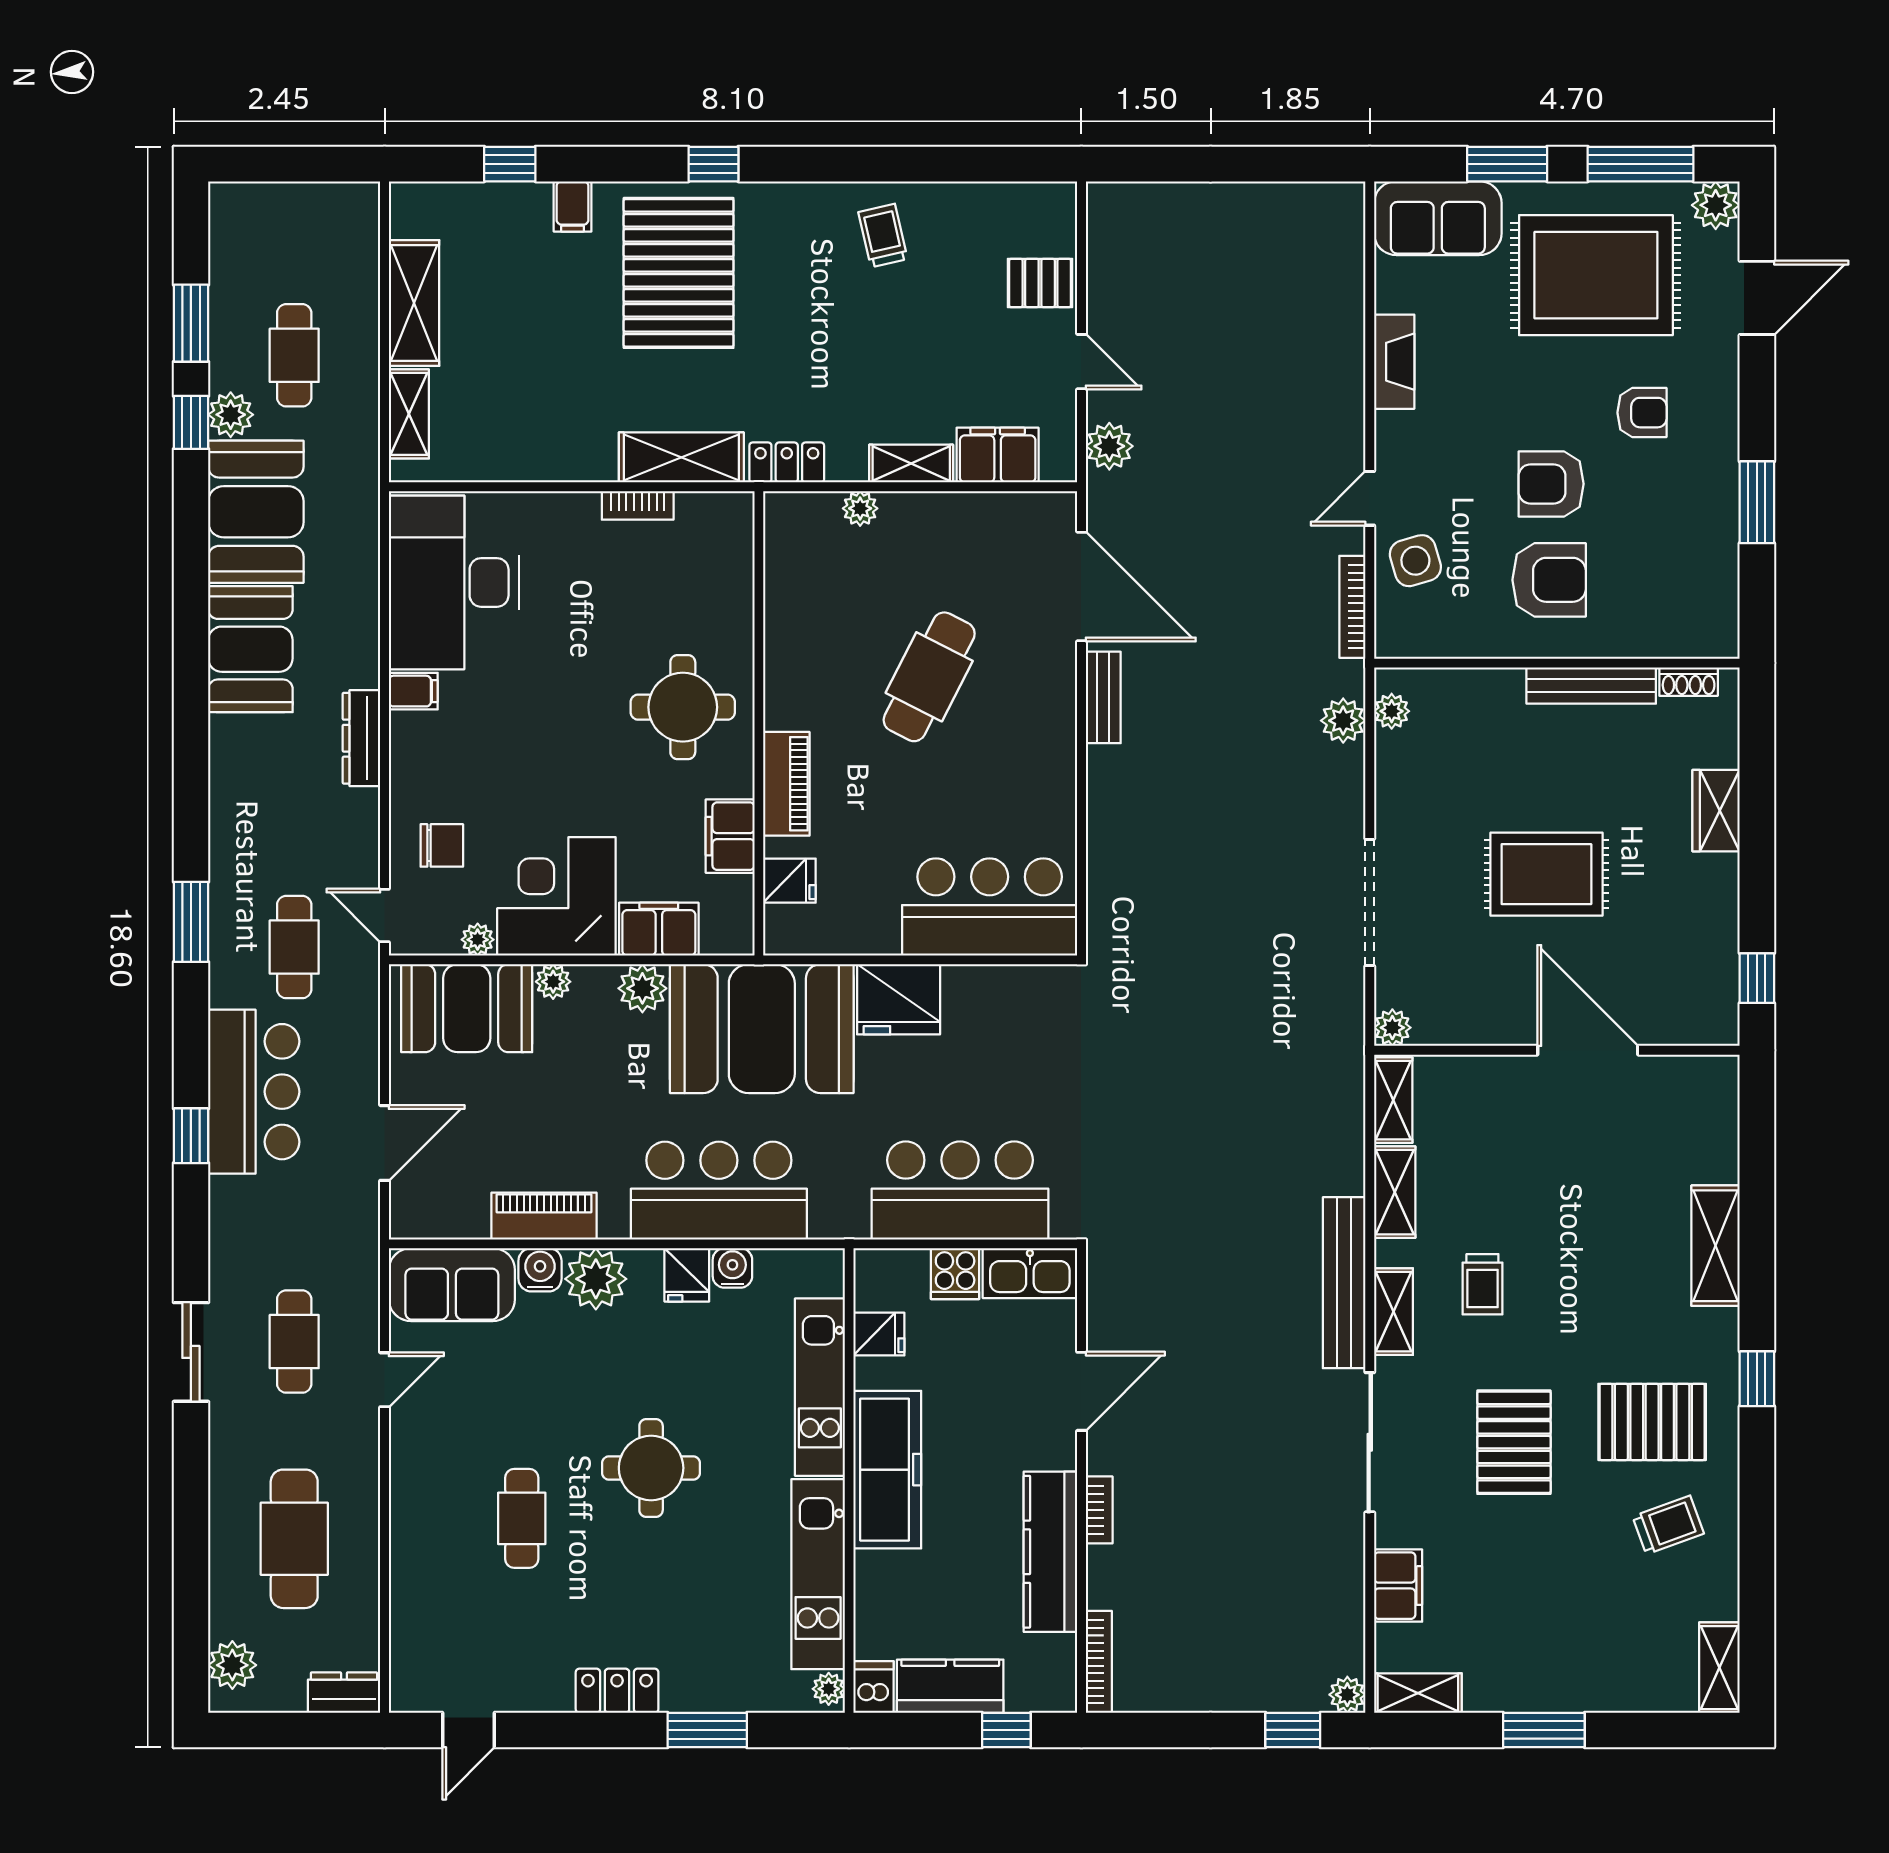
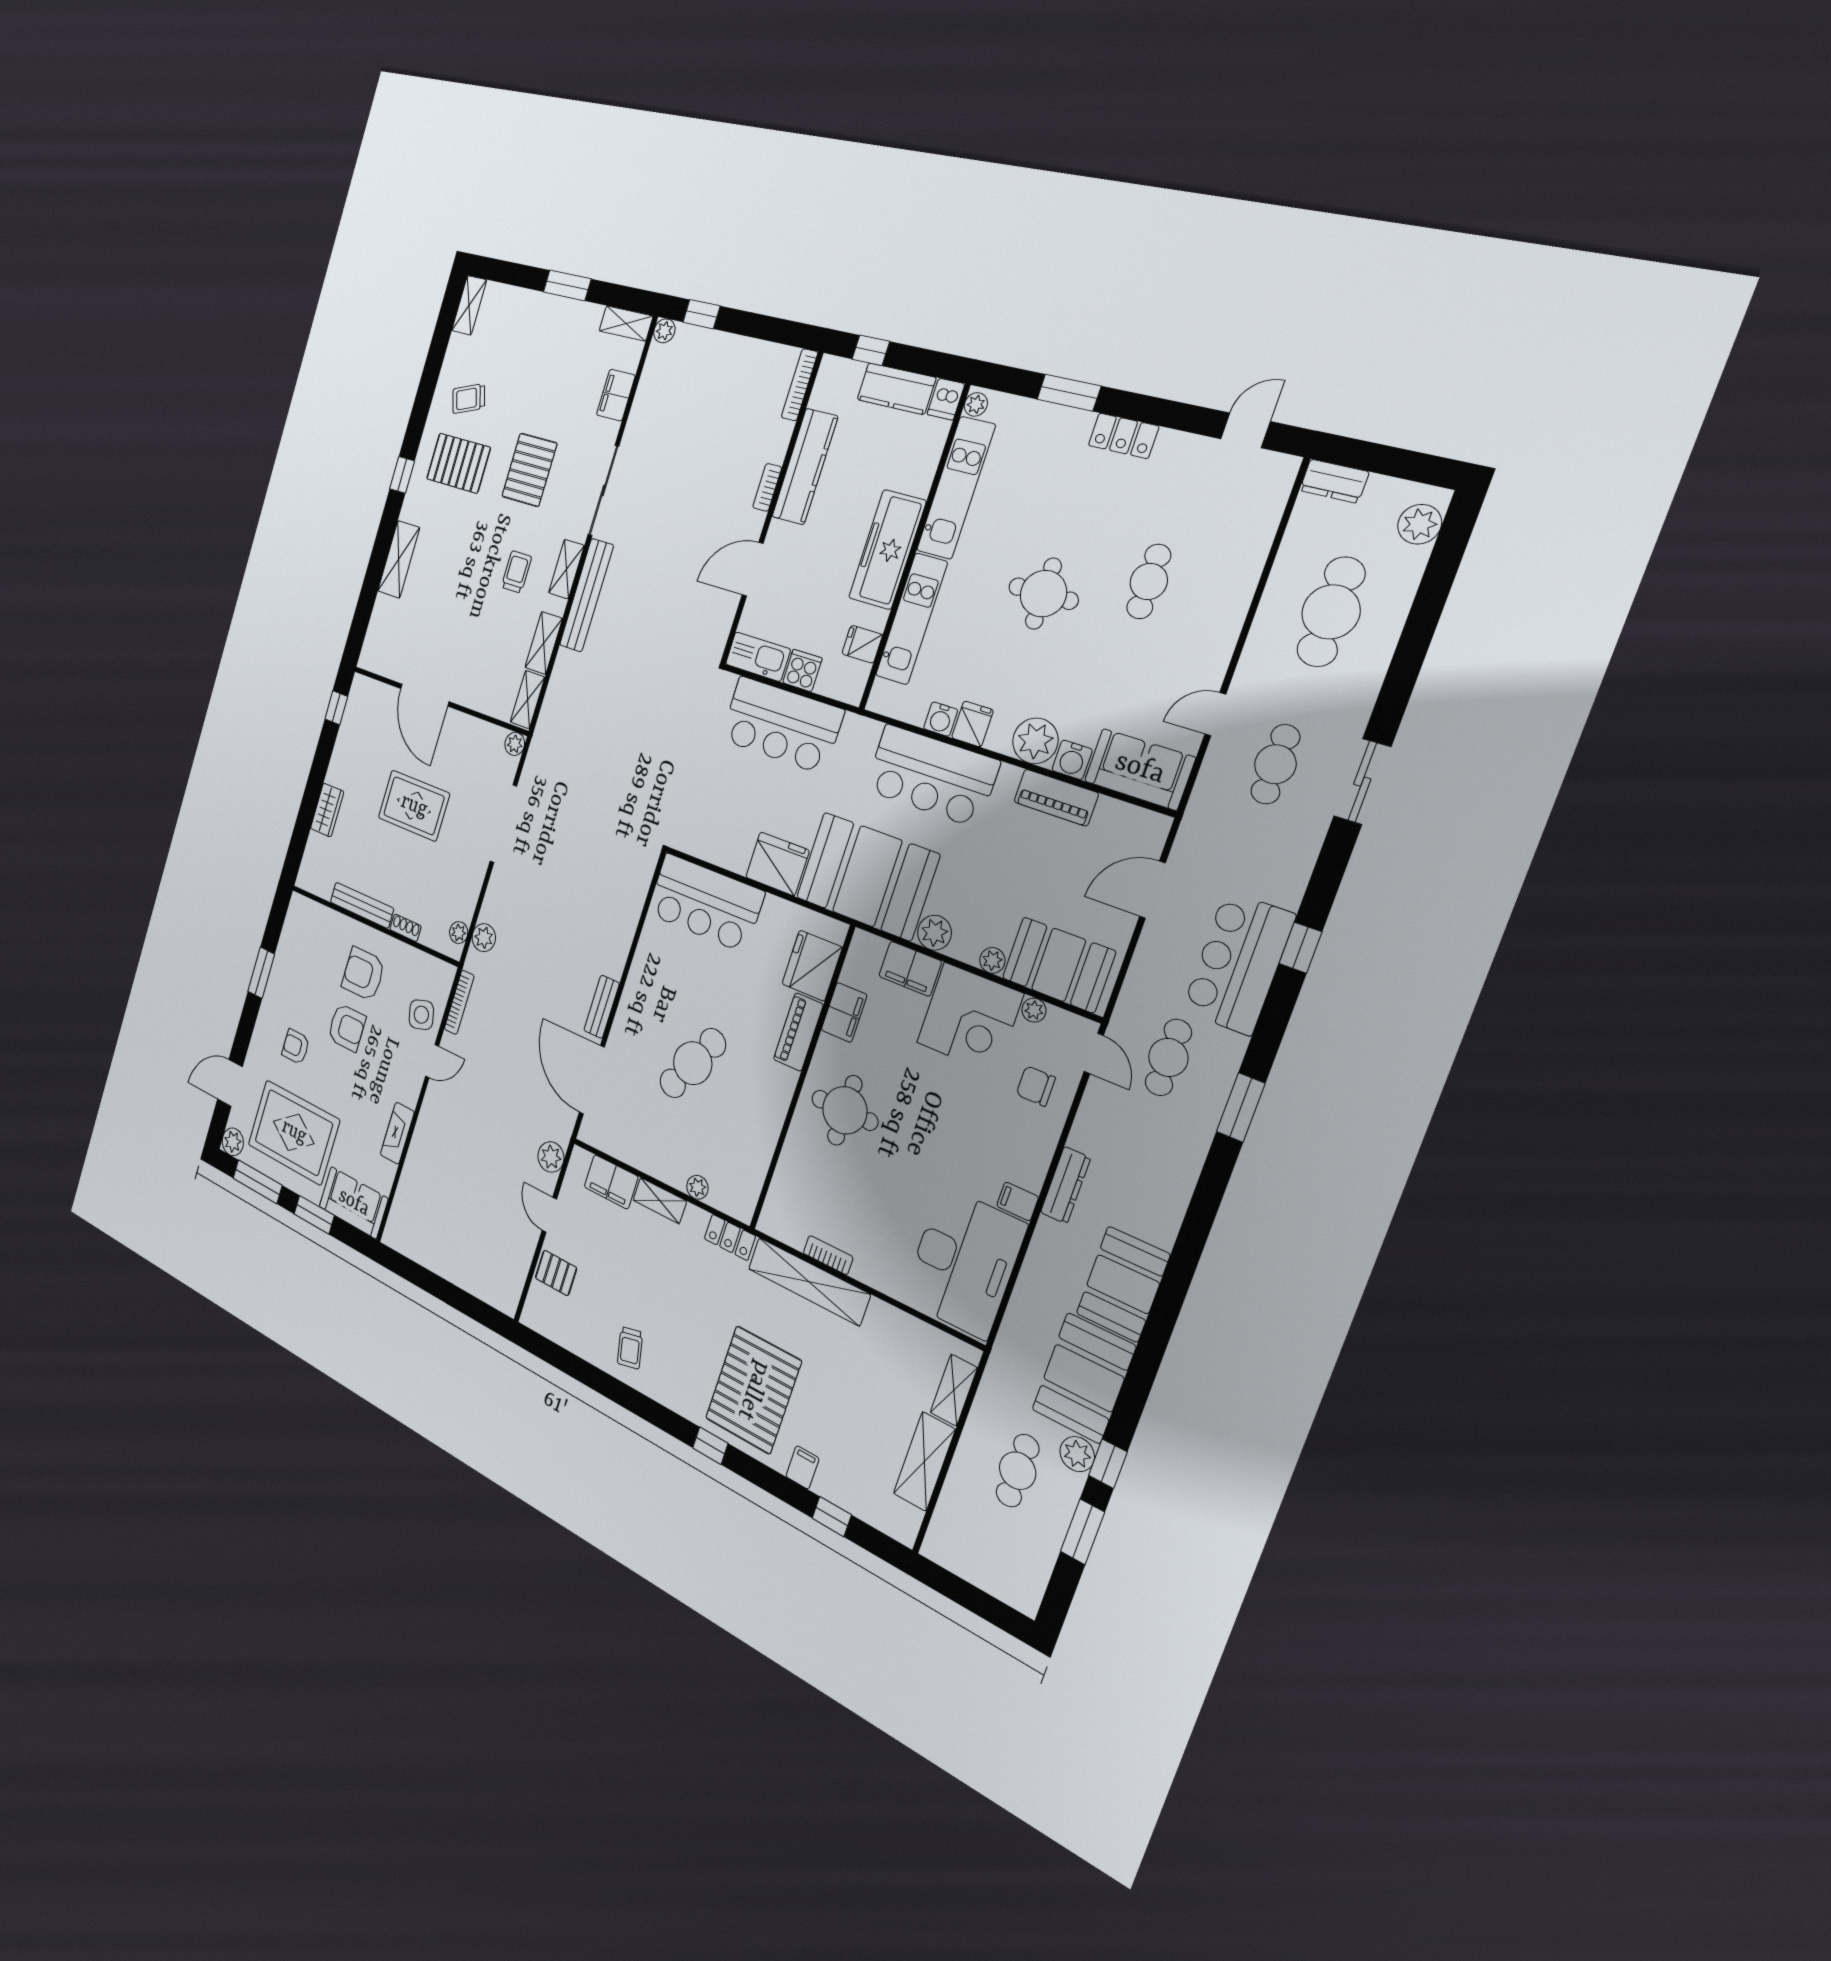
shelving: (681, 457) -> (809, 1281), width x1.47
shoe rack: (1689, 682) -> (406, 928), moved
fridge: (789, 881) -> (812, 966), width x1.88, depth x1.34

